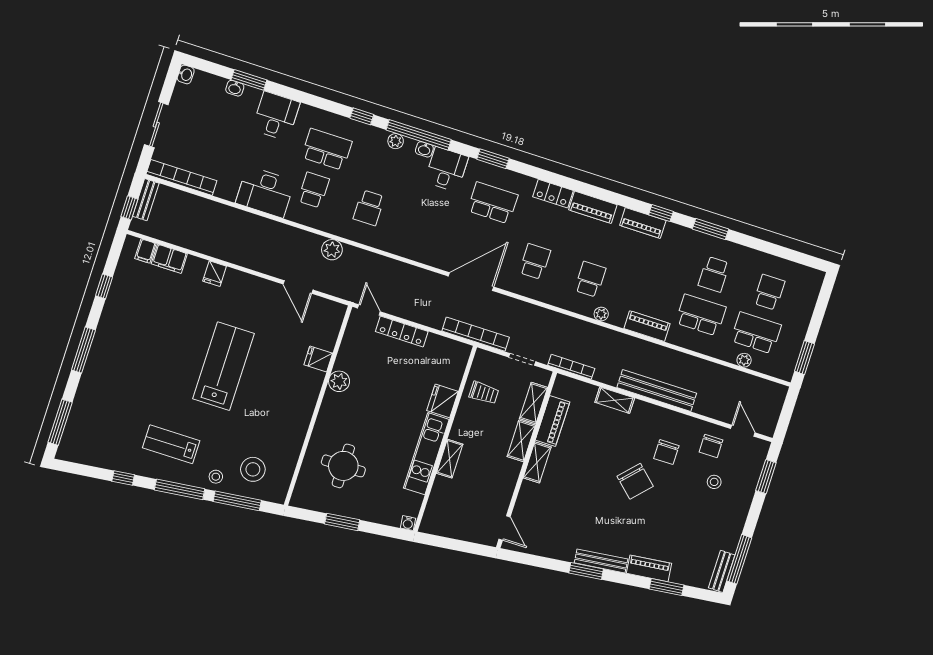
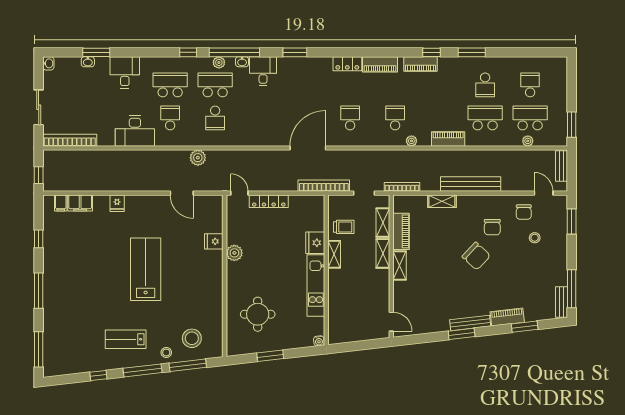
bench: (146, 200) -> (561, 166), moved
school desk: (493, 203) -> (215, 85), moved
shelving: (450, 459) -> (334, 254), moved

